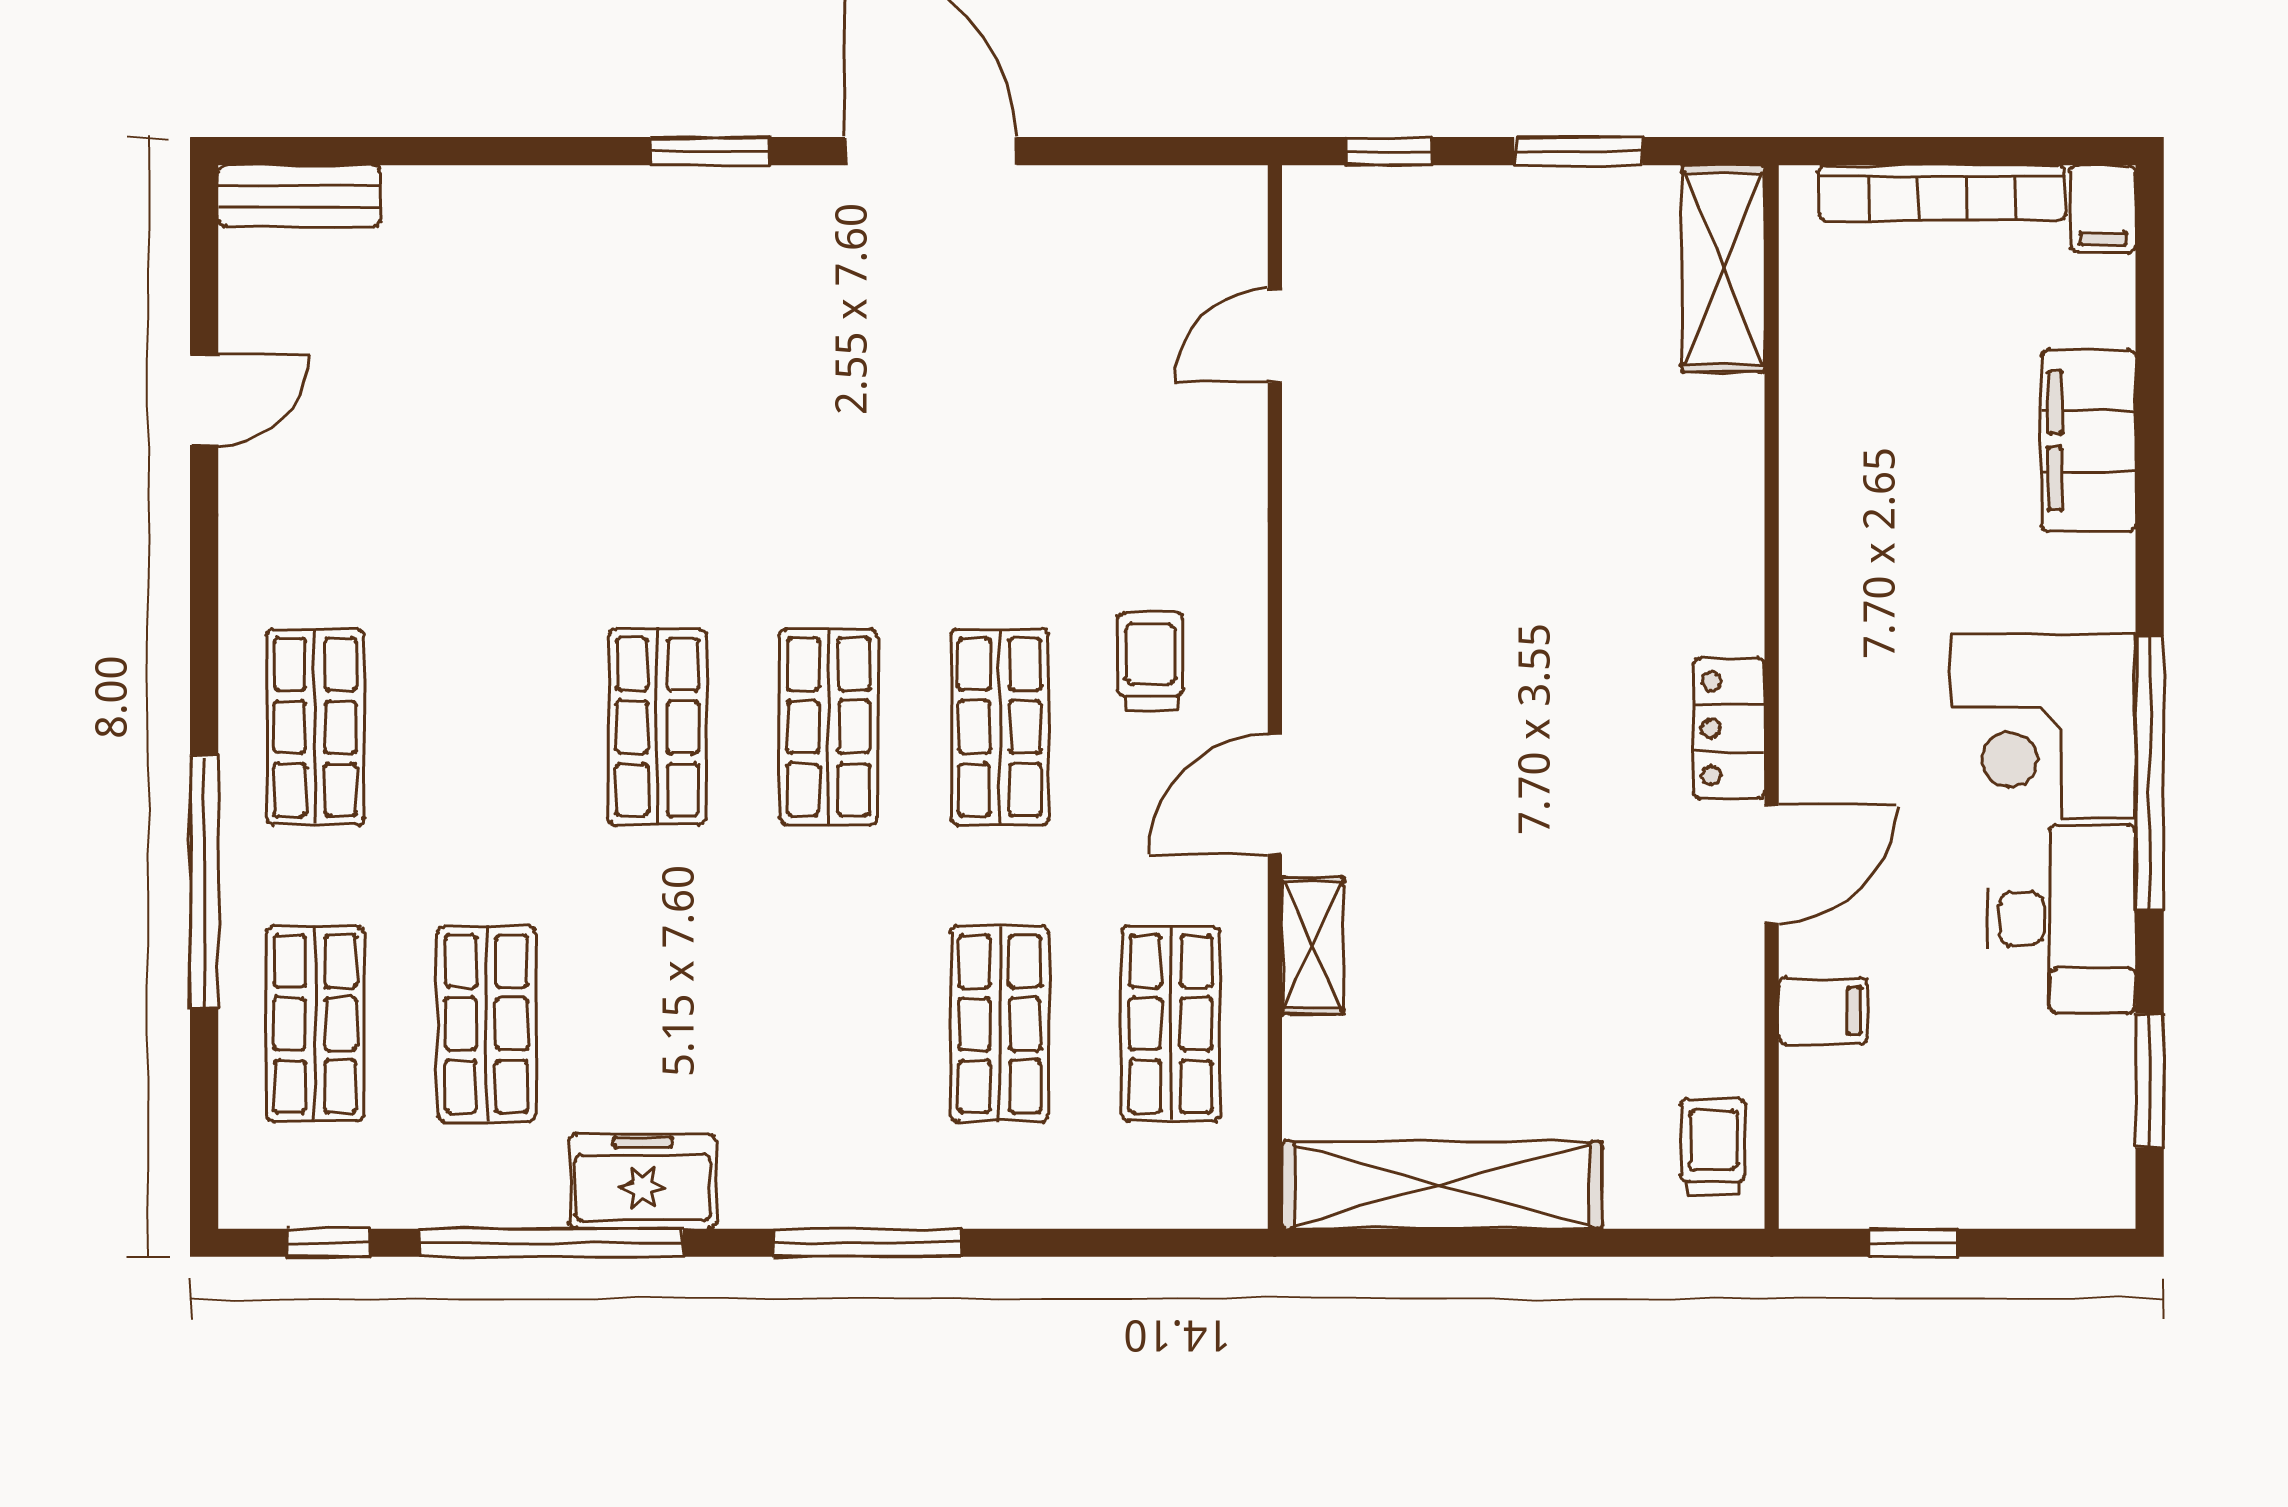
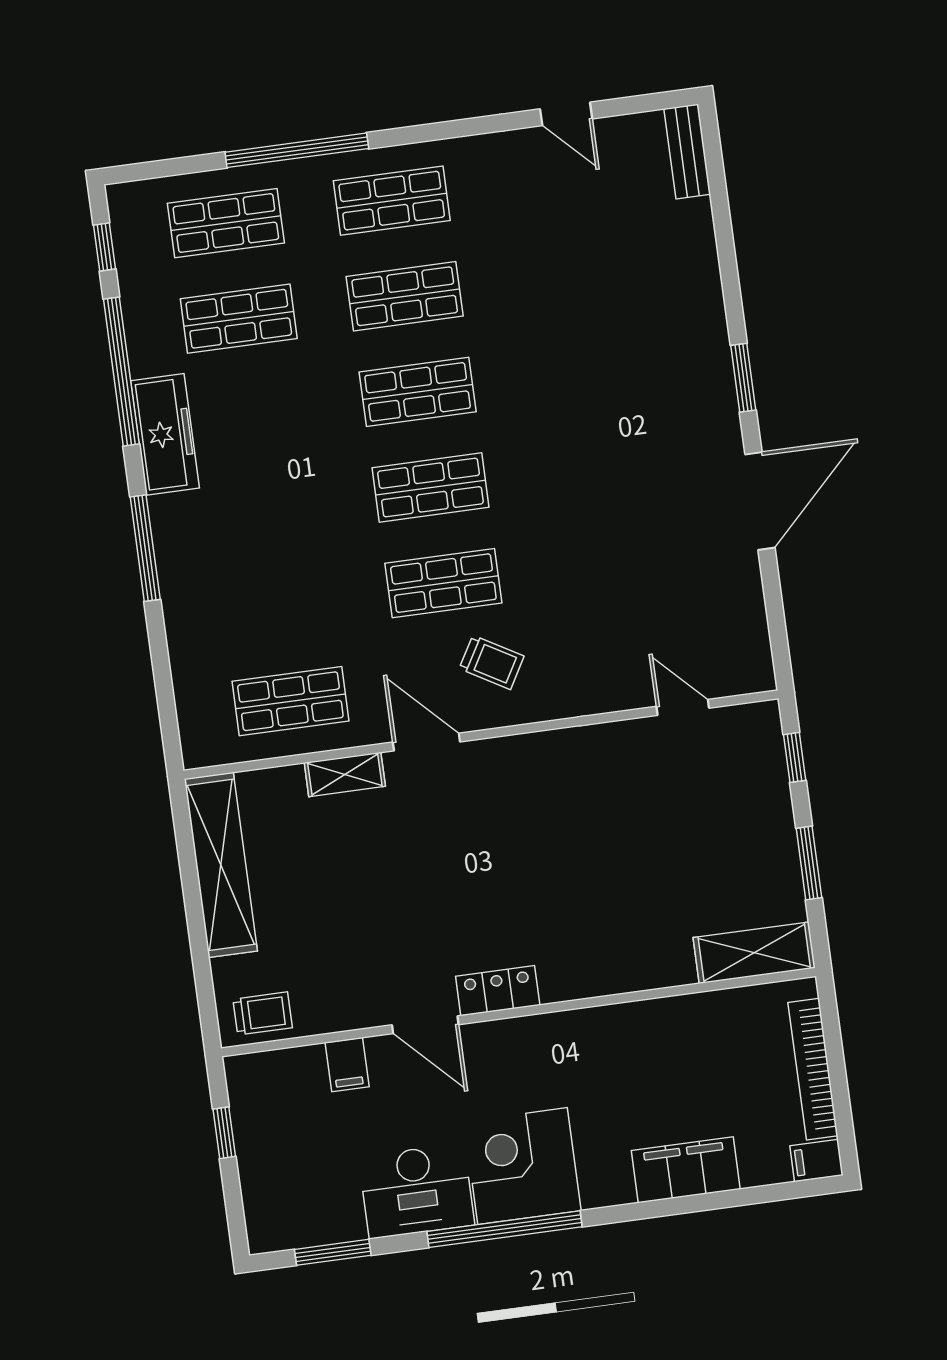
trolley: (1150, 661) -> (492, 662), turned 30
shop shelf: (1000, 1024) -> (405, 296), moved
freezer: (643, 1181) -> (165, 434), width x1.40

